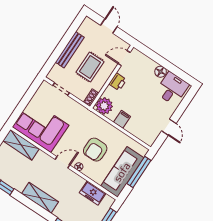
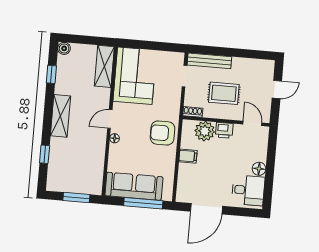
bench: (70, 50) -> (209, 61), moved
plant: (104, 106) -> (205, 131), moved
door: (169, 127) -> (206, 209), width x1.88
armchair: (95, 150) -> (162, 133), moved
door: (62, 162) -> (110, 119), swing flipped
freezer: (93, 193) -> (95, 167), removed

